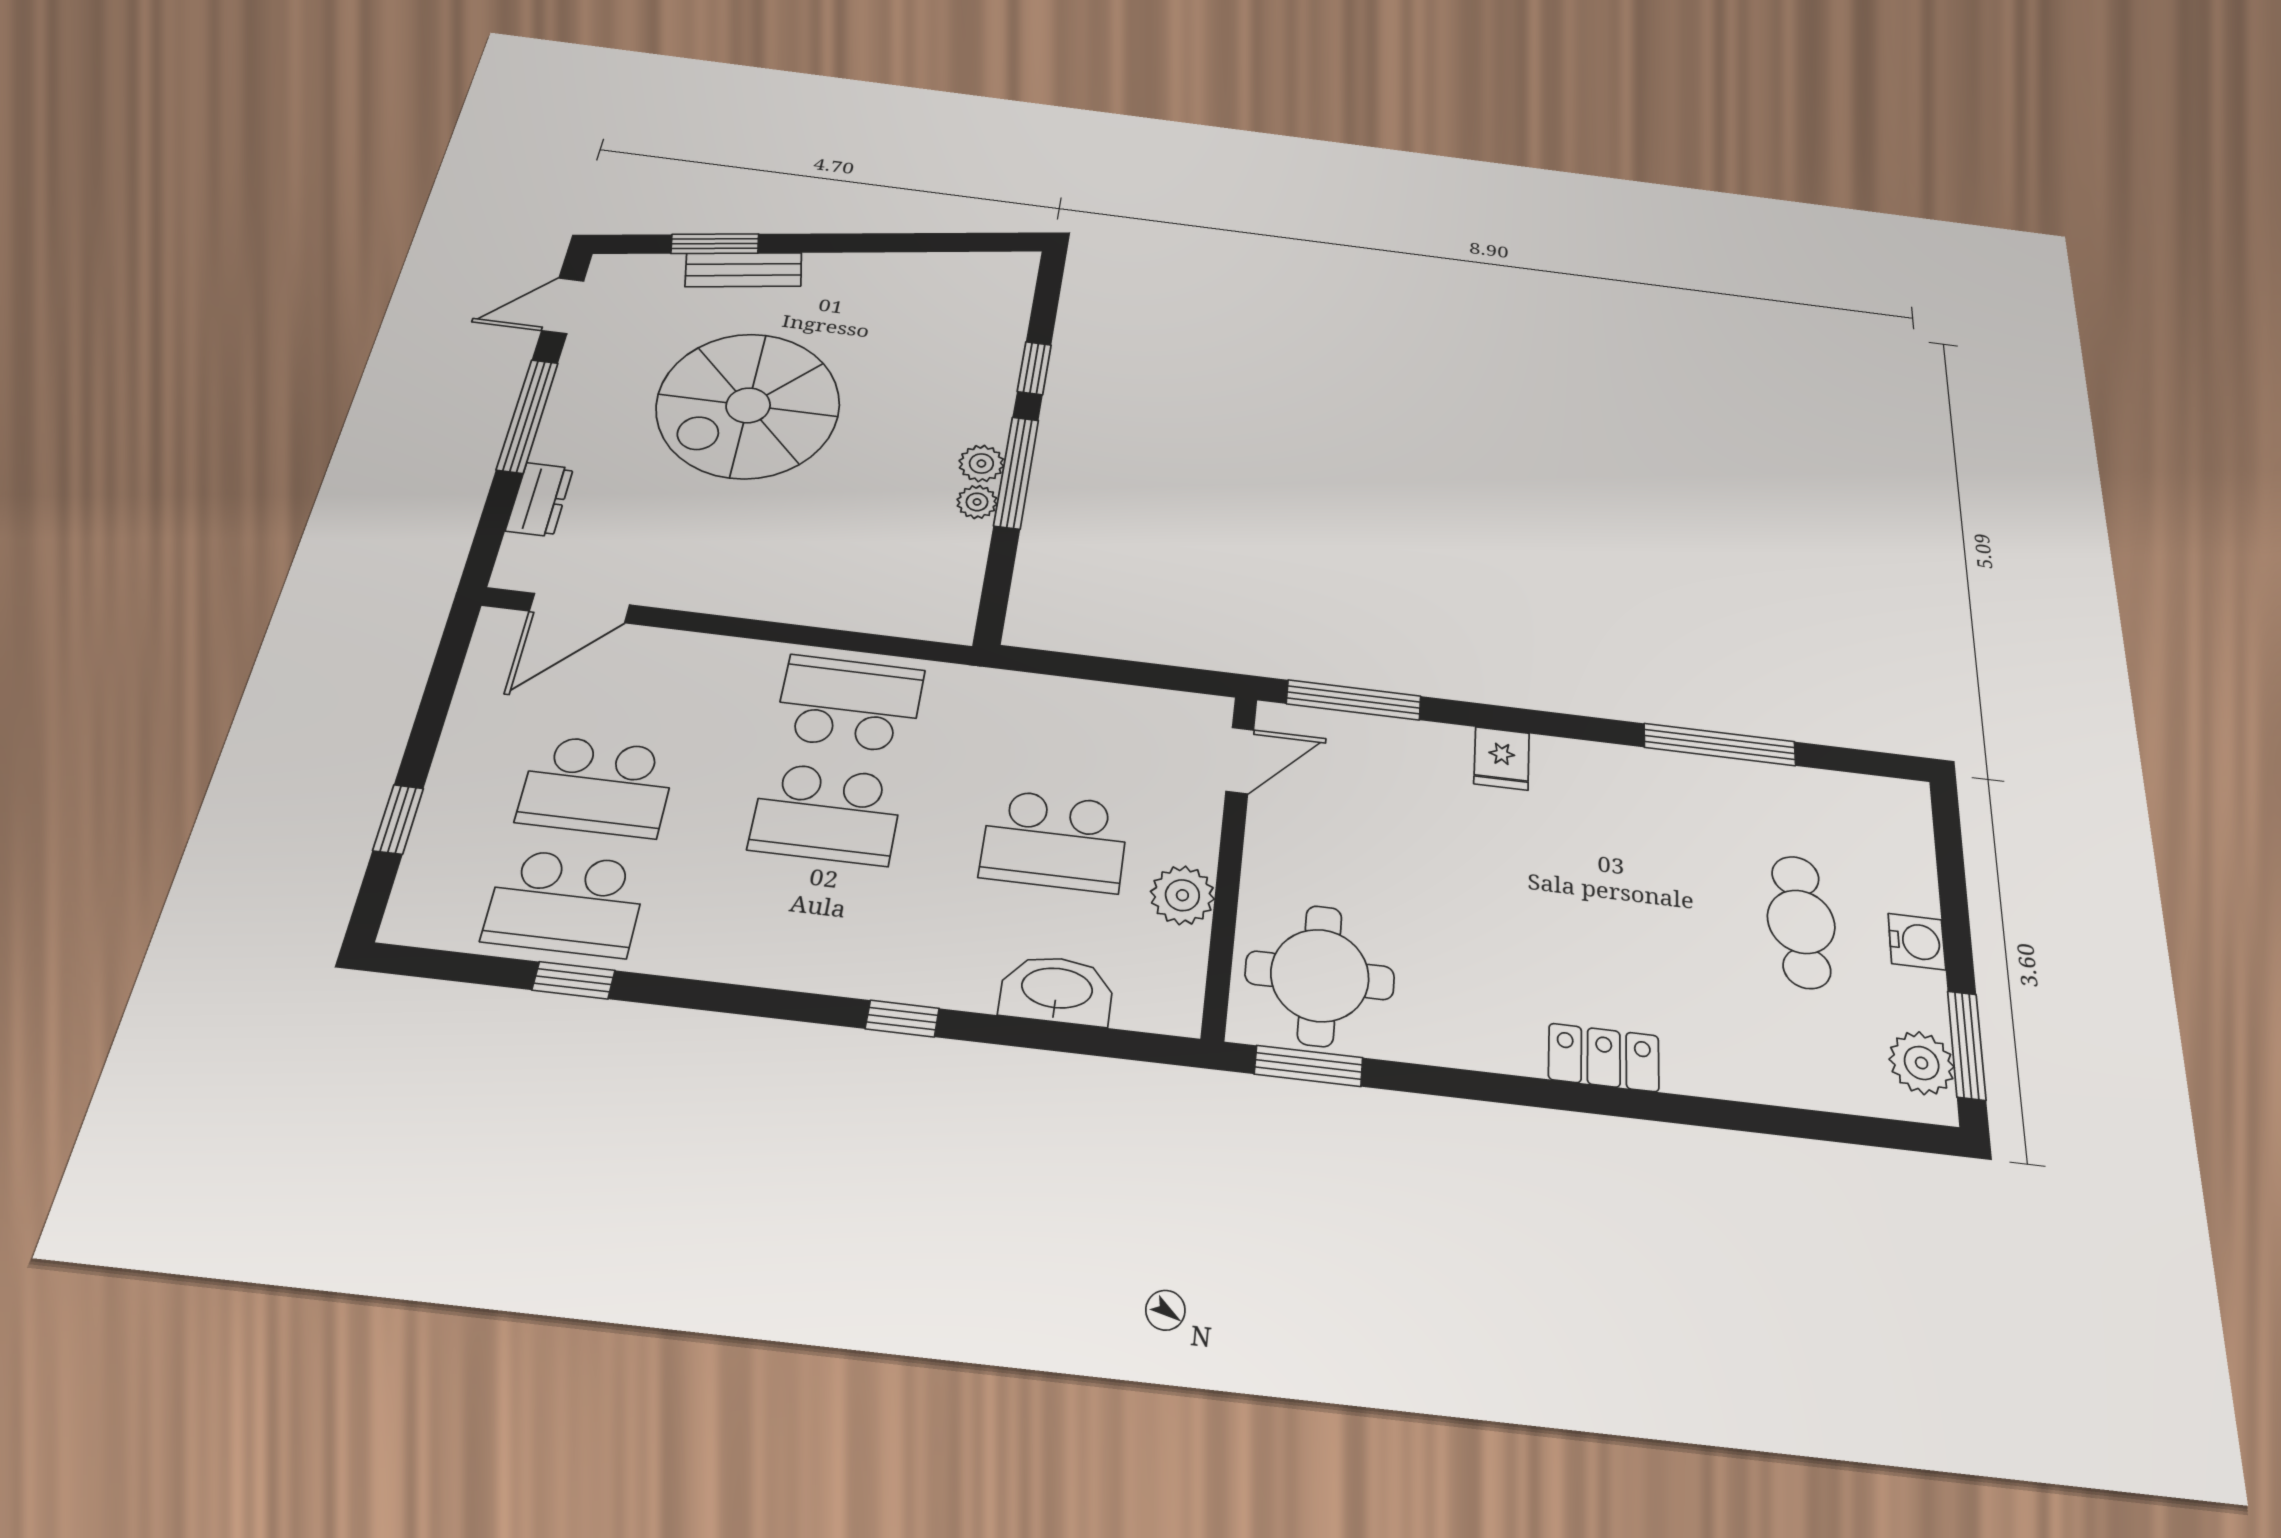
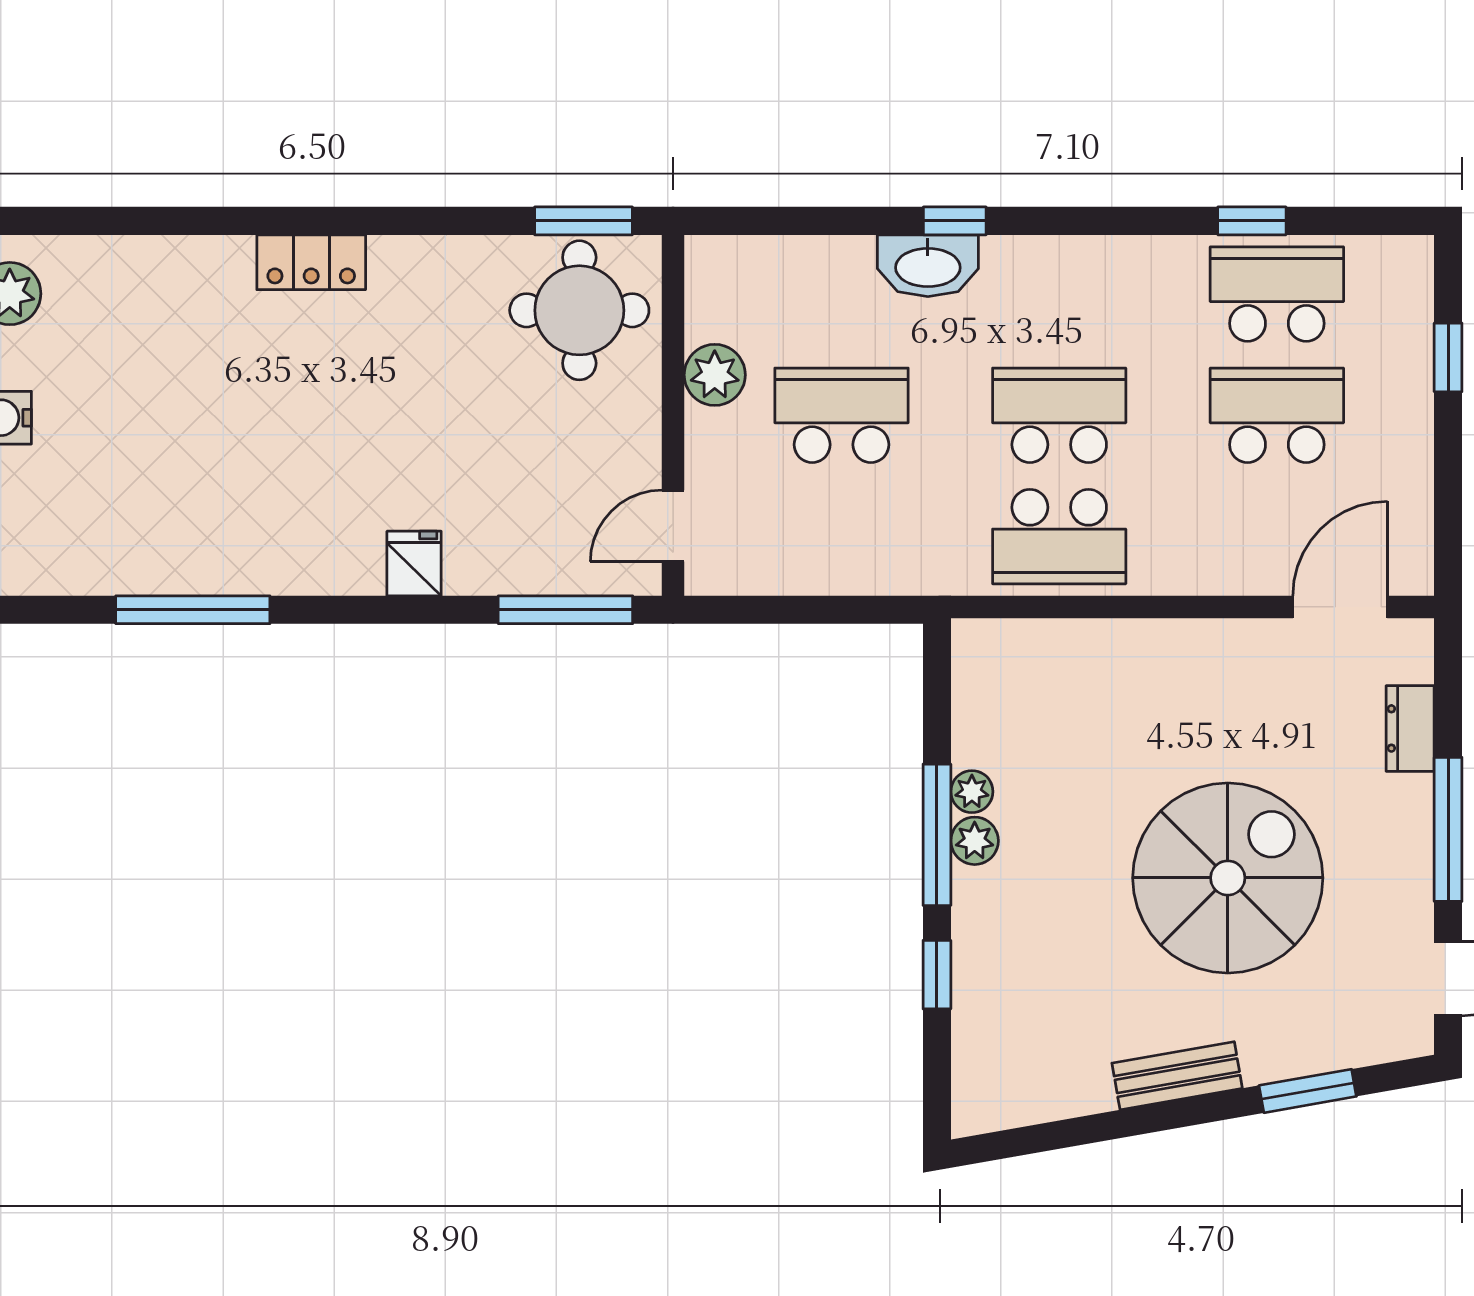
bench: (744, 270) -> (1177, 1076), moved
cafe table: (1801, 922) -> (118, 424), removed
washbasin: (1057, 990) -> (928, 266), moved

